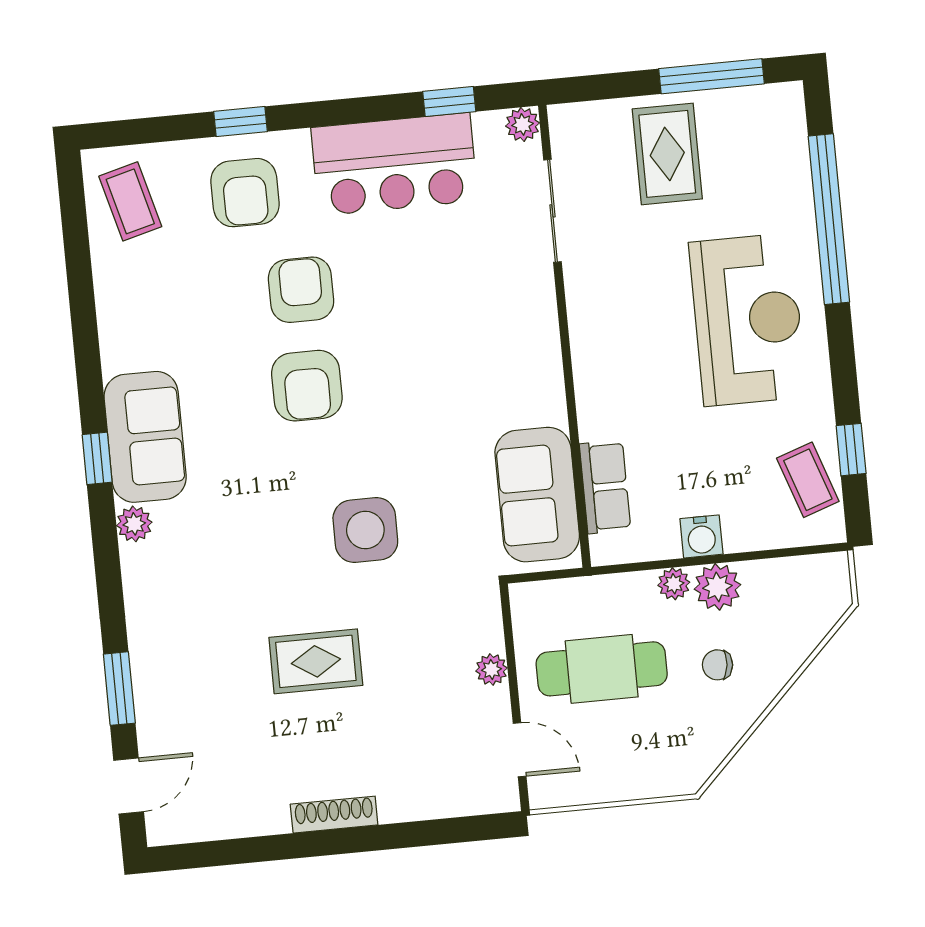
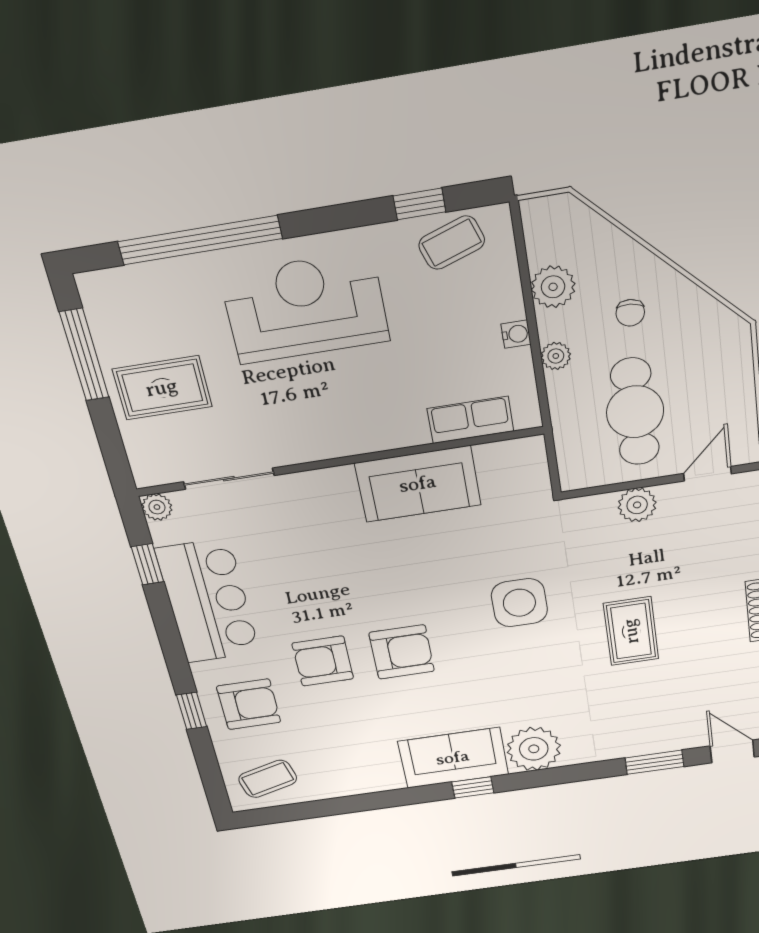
sofa: (537, 495) -> (418, 484), moved
plant: (134, 524) -> (534, 749), width x1.88, depth x1.88
water cooler: (701, 536) -> (516, 334), width x0.72, depth x0.72
plant: (717, 587) -> (553, 287), moved
plant: (491, 669) -> (637, 505), width x1.38, depth x1.38

